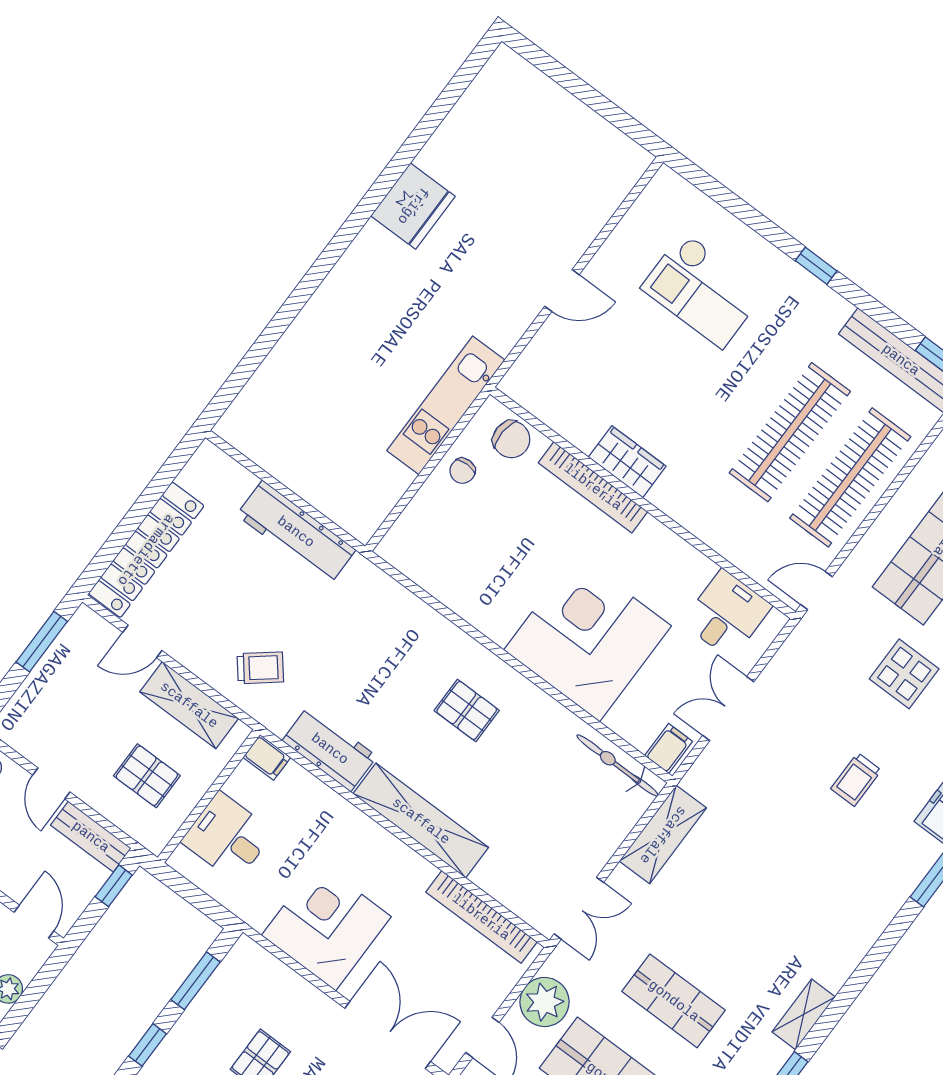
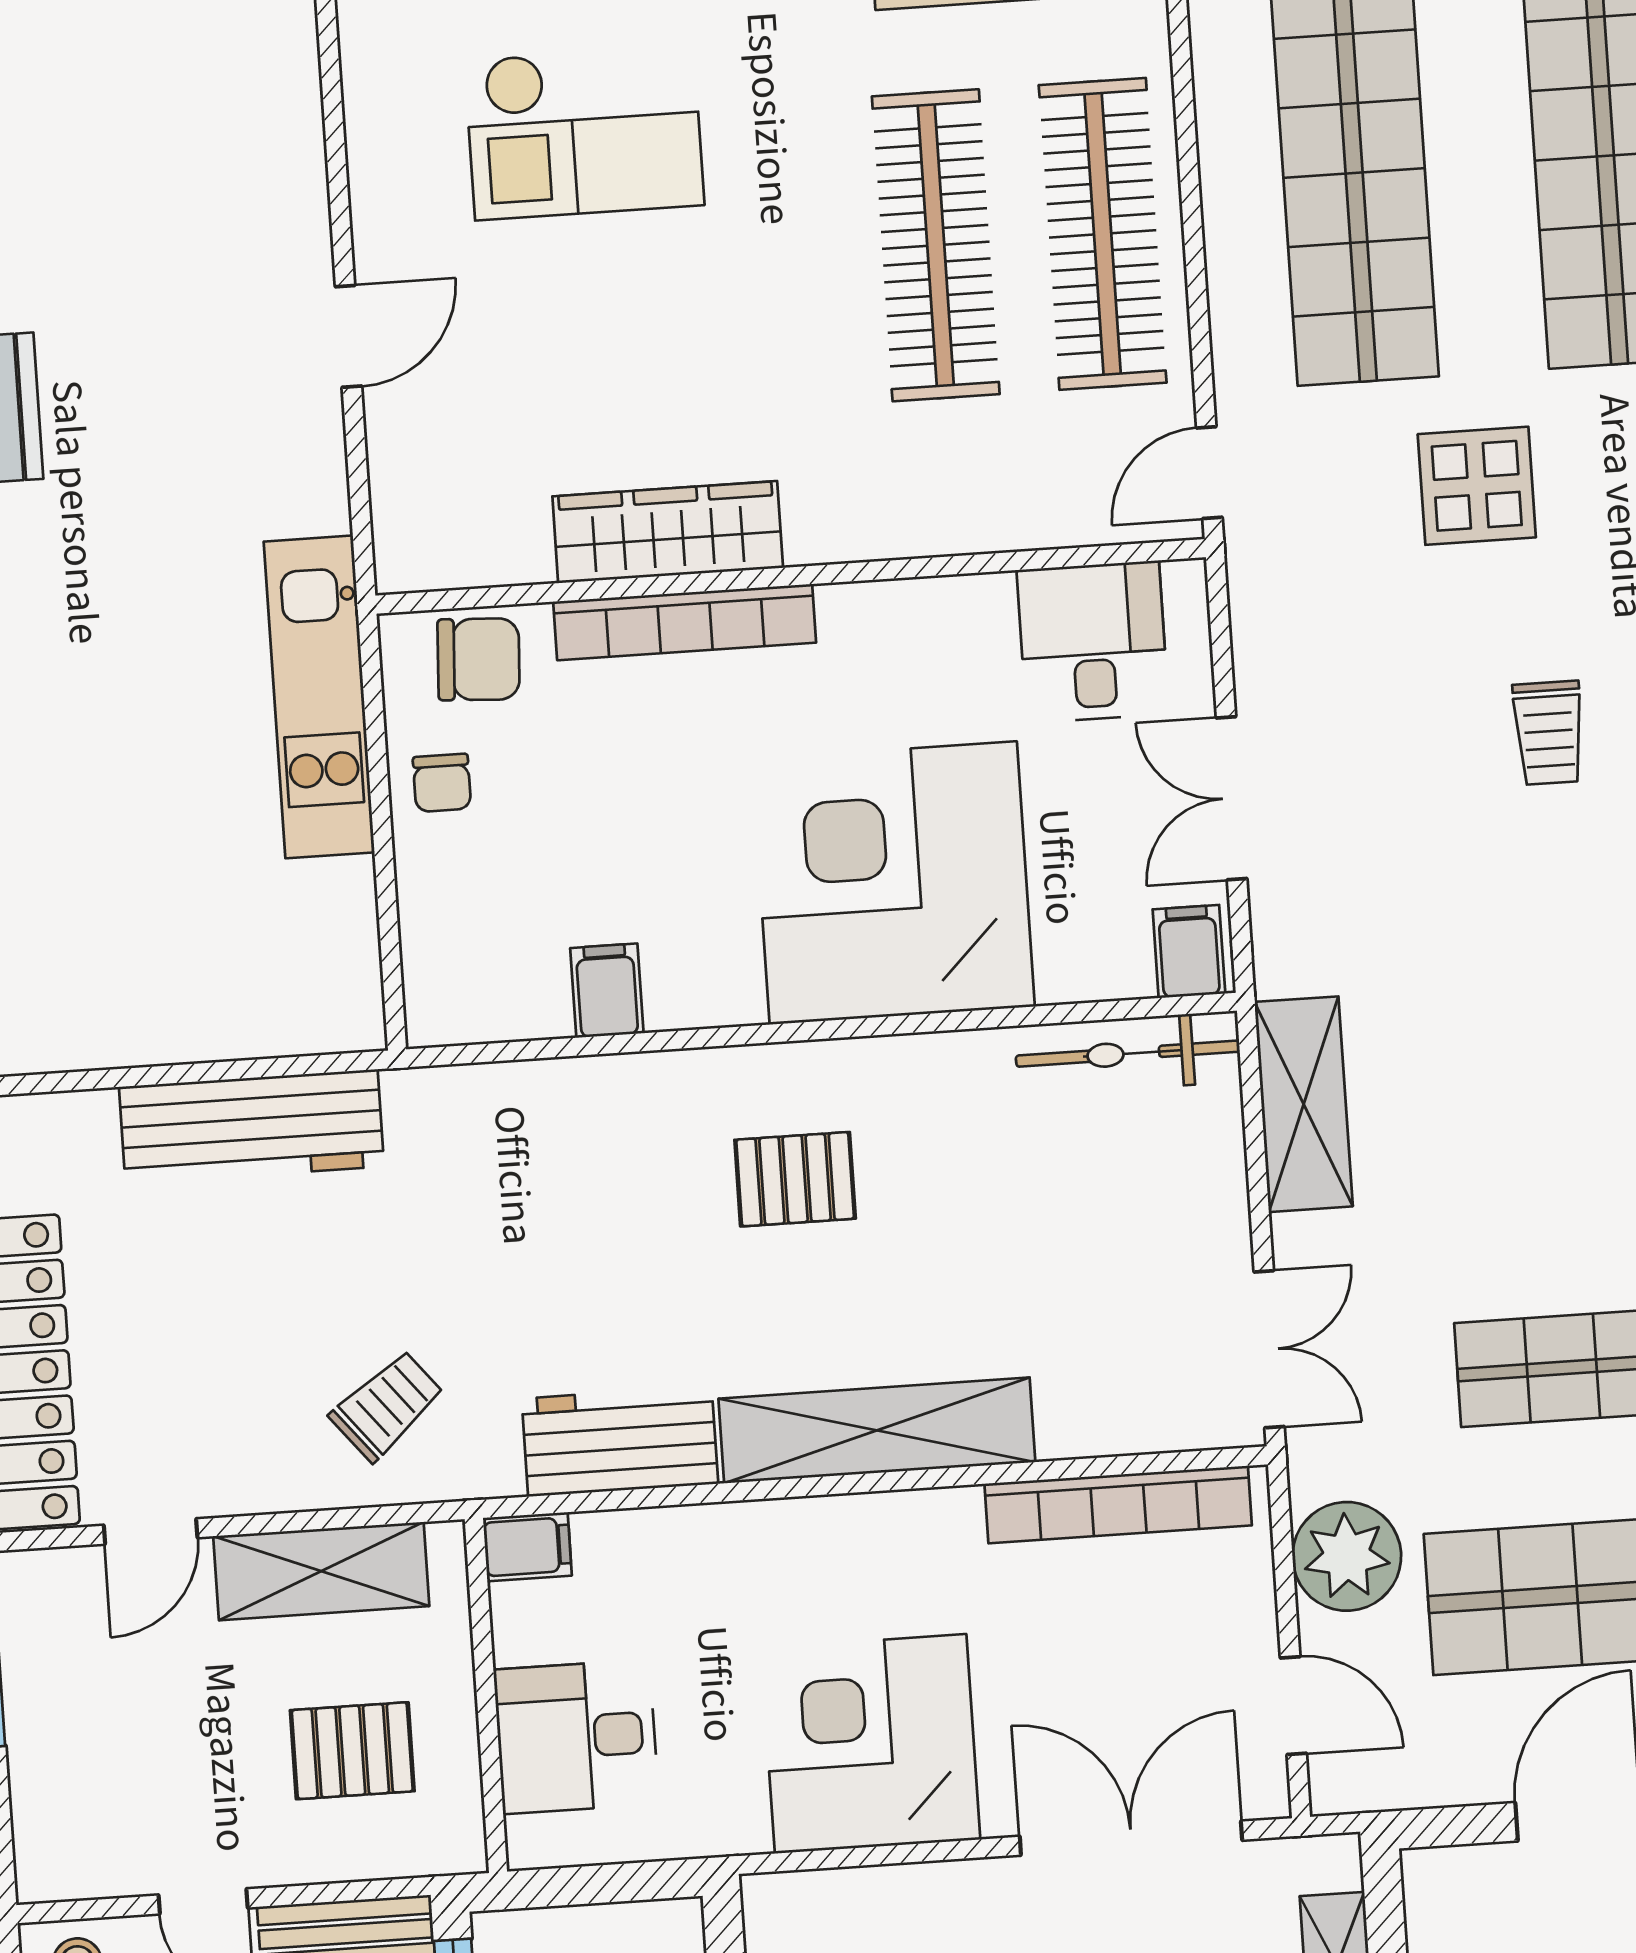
wardrobe: (627, 462) -> (668, 532), width x1.50
filing cabinet: (458, 591) -> (607, 991), added

